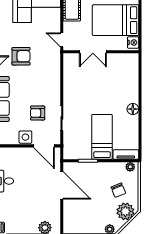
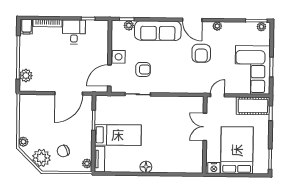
armchair: (38, 113) -> (143, 69), turned 90

